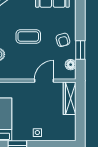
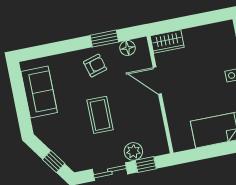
wardrobe: (70, 98) -> (167, 41), width x0.67

